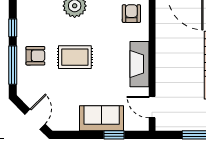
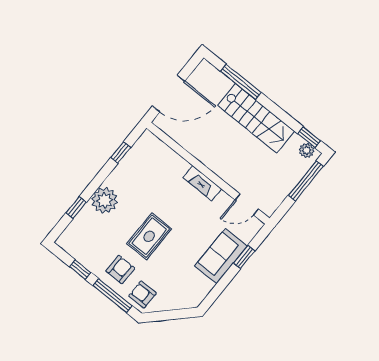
armchair: (131, 14) -> (143, 294), moved
fireplace: (140, 64) -> (202, 183), width x0.73, depth x0.76
door: (35, 119) -> (175, 314), removed

